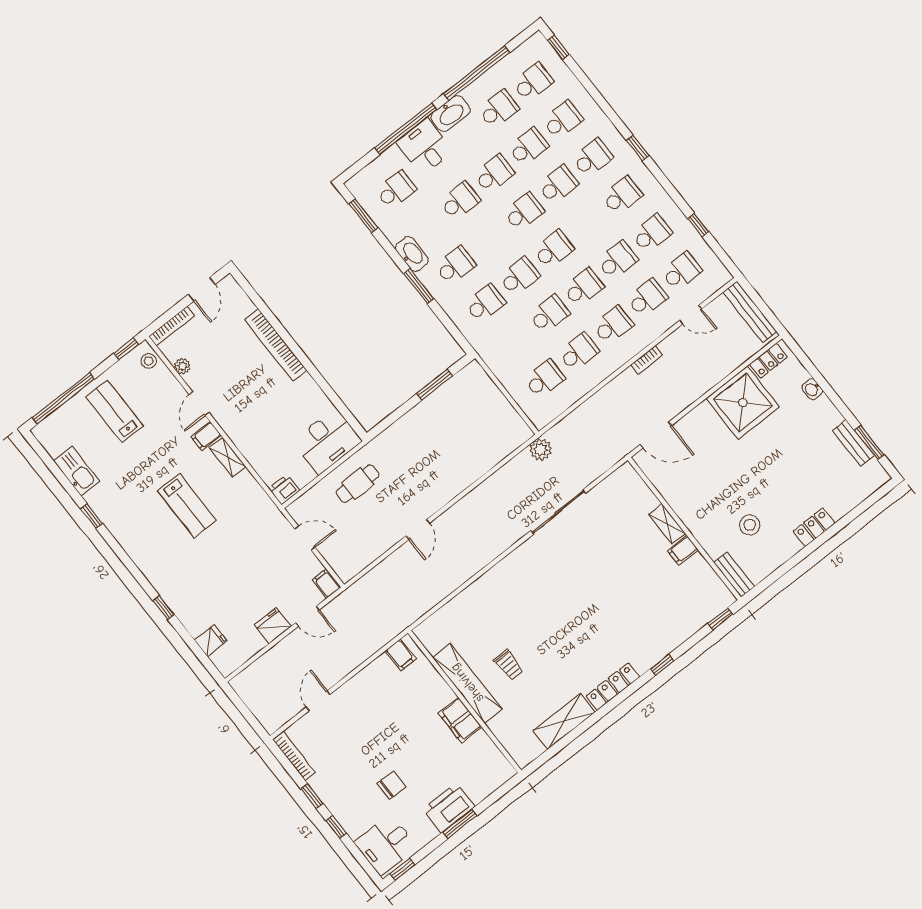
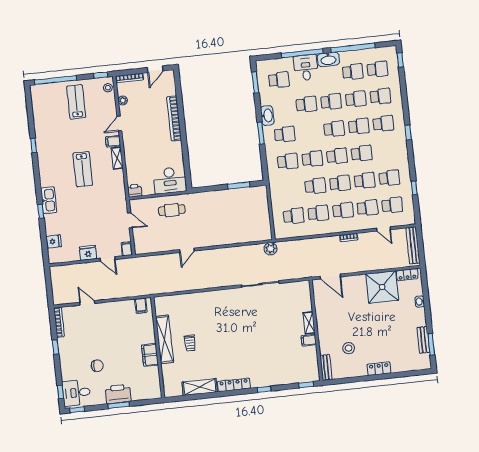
school desk: (622, 196) -> (362, 153), moved
kitchen sink: (77, 471) -> (49, 200), moved
door: (318, 701) -> (87, 303), hinge flipped
window: (336, 827) -> (60, 392), moved

